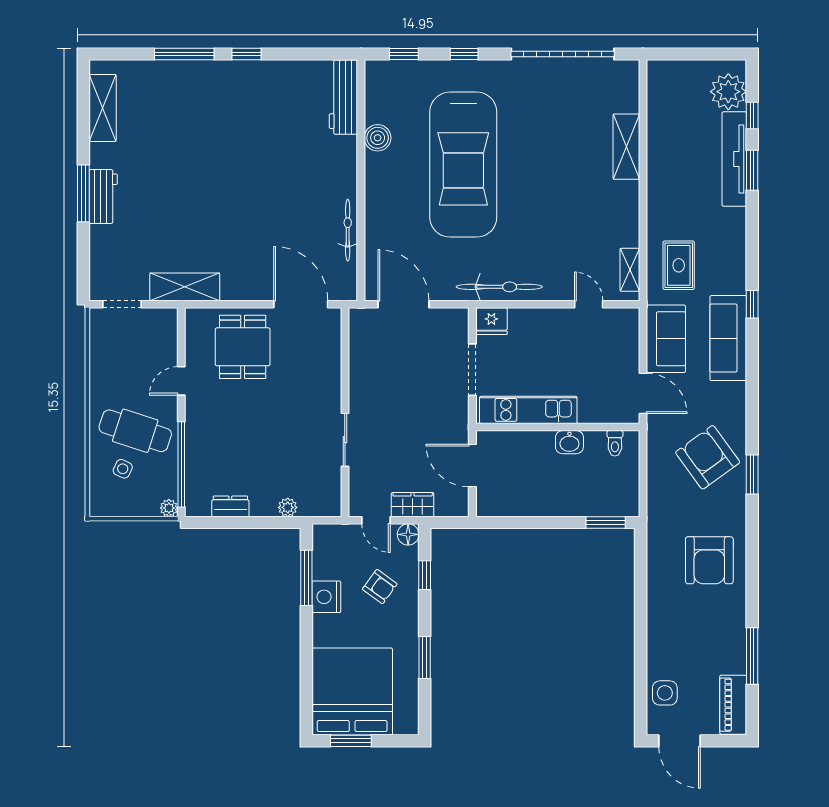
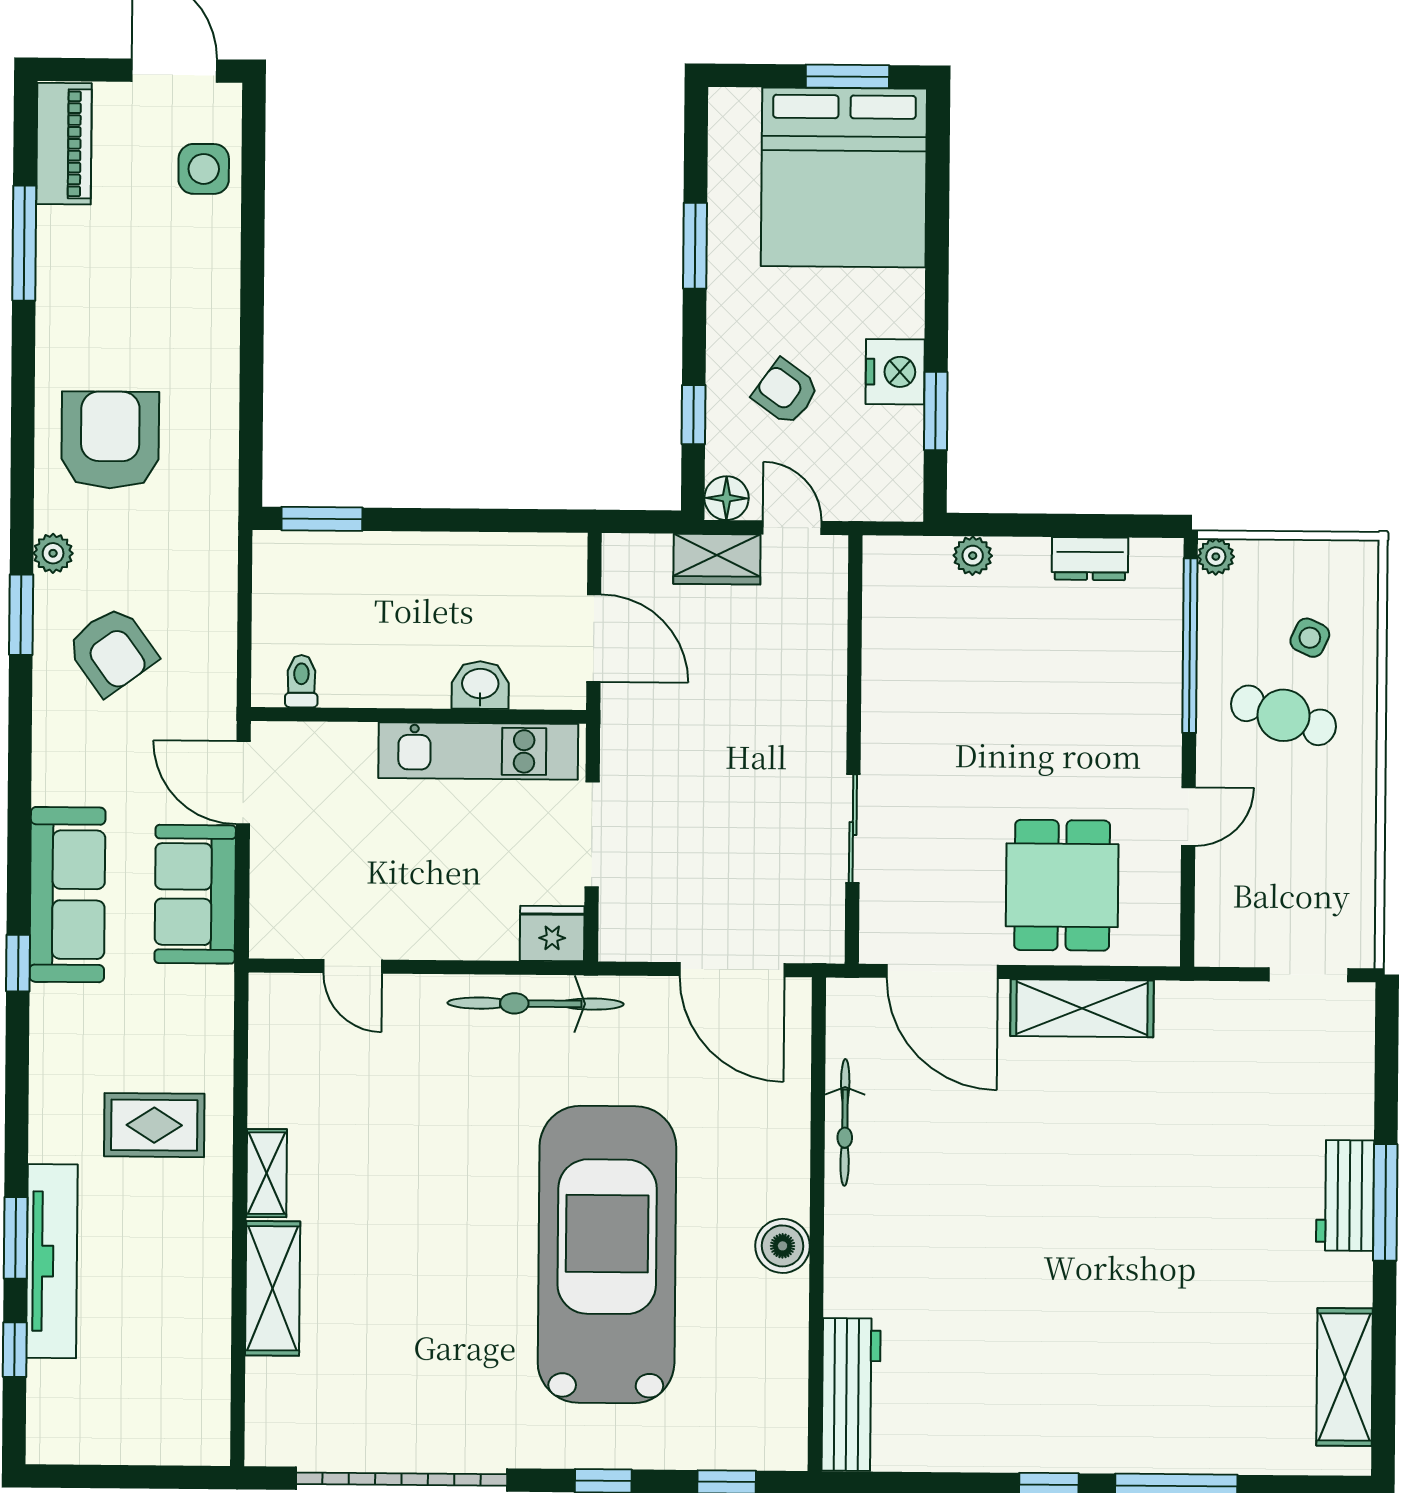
plant: (728, 92) -> (53, 553), moved, width x0.53, depth x0.53
boiler: (378, 138) -> (783, 1246), moved
rug: (679, 265) -> (154, 1125), moved, turned 90
shelving: (630, 270) -> (267, 1173), moved
shelving: (185, 287) -> (1082, 1008), moved
cafe table: (135, 431) -> (1283, 715), width x0.73, depth x0.74
sliding door: (345, 440) -> (853, 829), moved
washbasin: (569, 442) -> (480, 685), moved
armchair: (708, 457) -> (112, 651), width x0.73, depth x0.73
window: (306, 578) -> (936, 411), width x0.69

